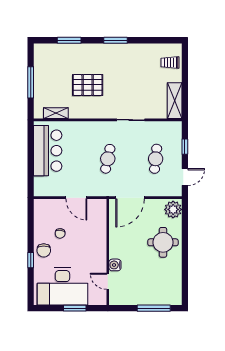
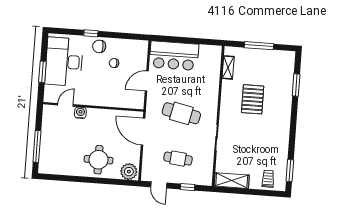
window: (116, 40) -> (290, 171), moved
bar counter: (48, 151) -> (174, 56), moved
cafe table: (108, 159) -> (181, 113), width x1.37, depth x1.35

